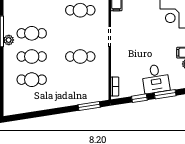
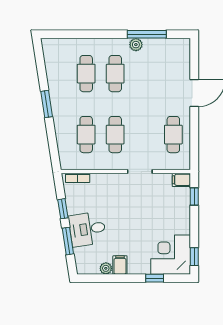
cafe table: (32, 33) -> (86, 135), moved
window: (89, 106) -> (47, 104), moved

